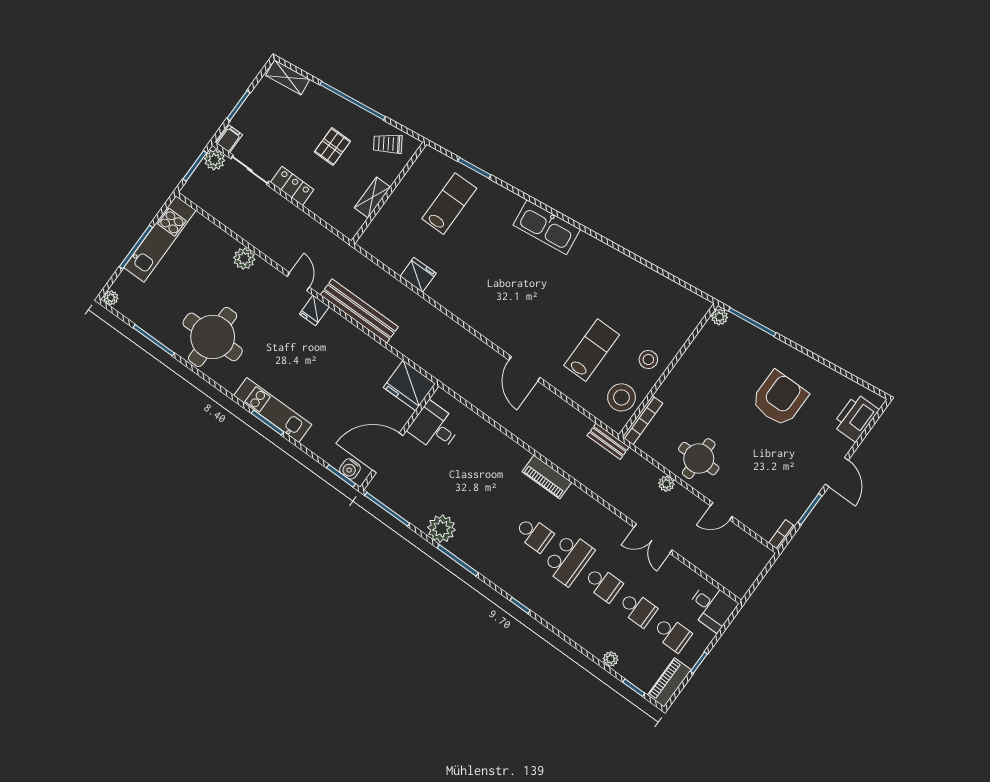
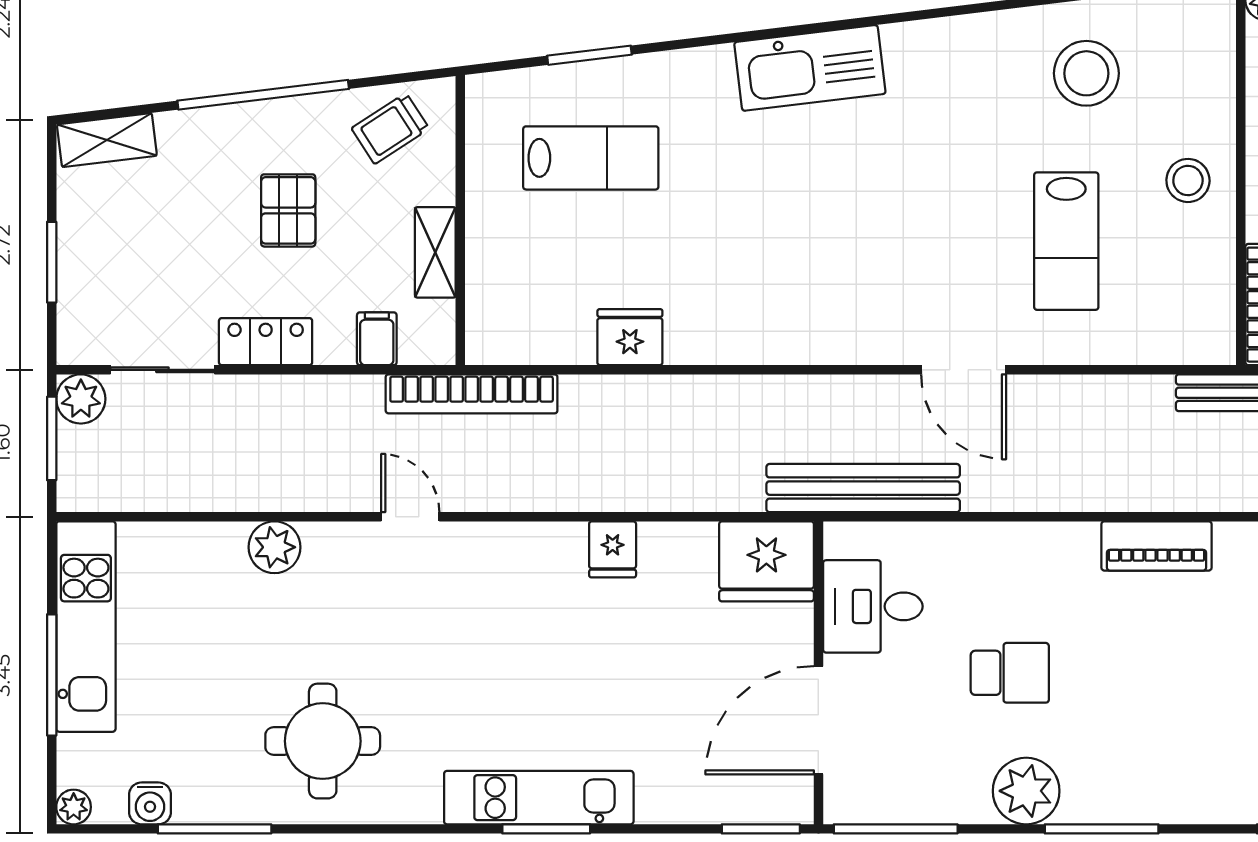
filing cabinet: (229, 139) -> (377, 339), moved
lab bench: (449, 204) -> (591, 158), turned 90
bookcase: (350, 255) -> (472, 394), added
fridge: (314, 310) -> (613, 549), moved
bench: (359, 311) -> (863, 488), moved
round table: (213, 337) -> (323, 741), width x0.73, depth x0.73
lab bench: (592, 350) -> (1066, 241), turned 180
stool: (621, 397) -> (1086, 73), moved
water cooler: (350, 469) -> (150, 803), moved
school desk: (534, 534) -> (1010, 673), moved

